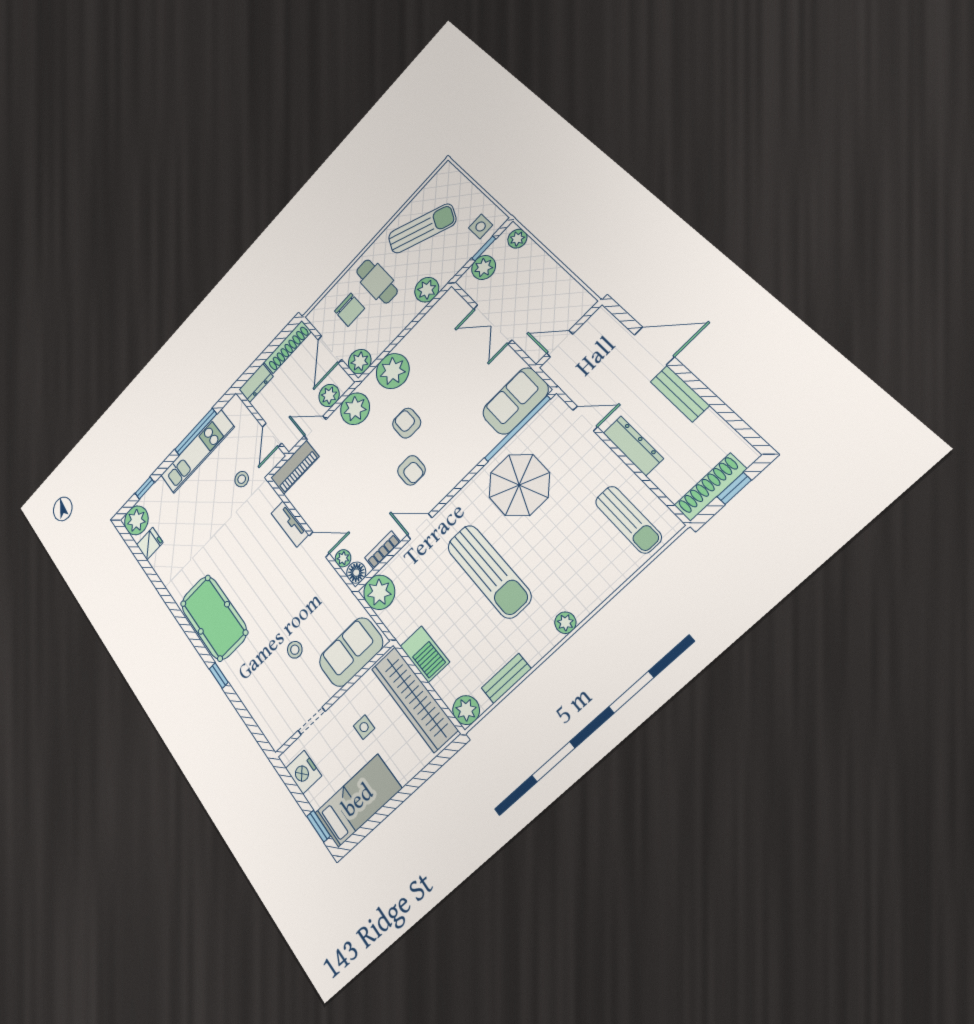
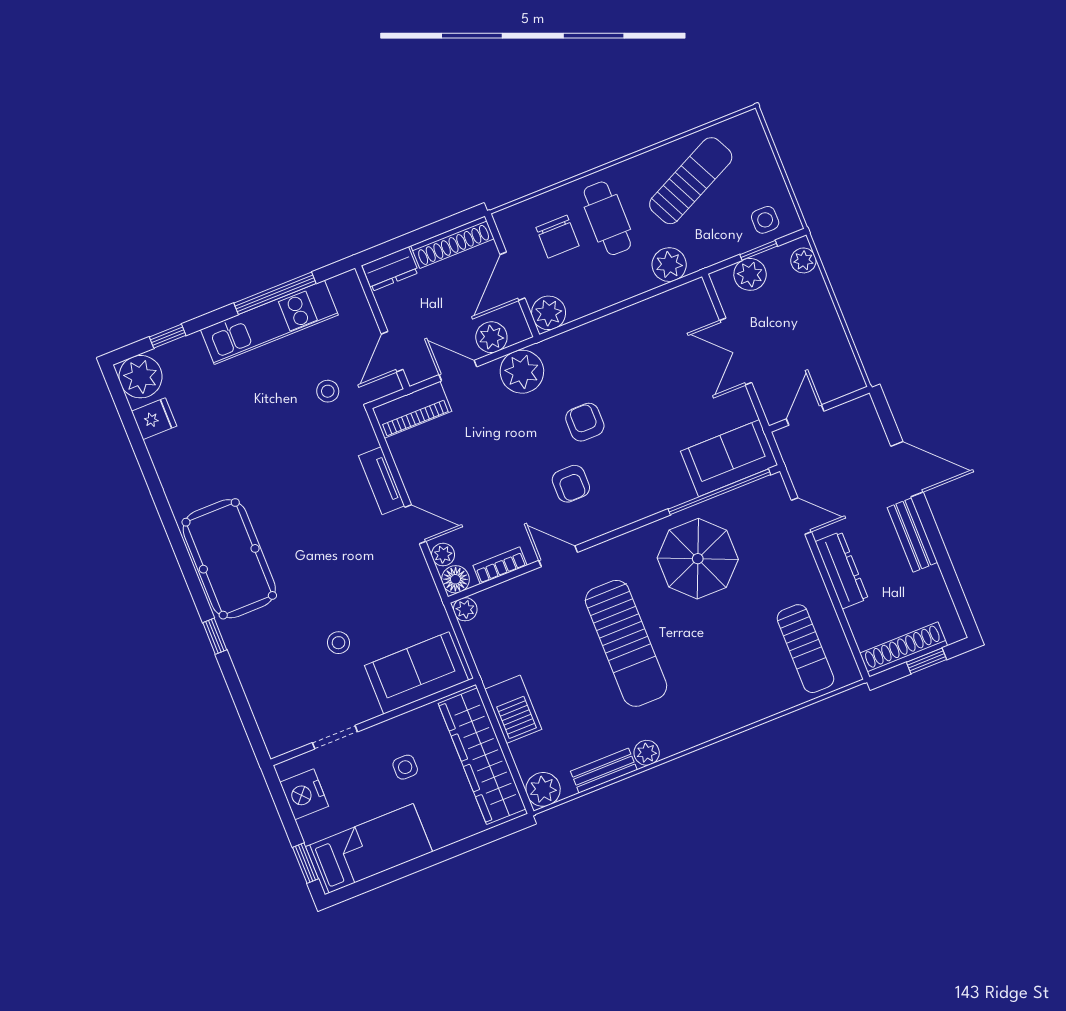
sun lounger: (422, 229) -> (691, 181), turned -50
door: (560, 344) -> (805, 415), hinge flipped
plant: (393, 371) -> (589, 347), removed
plant: (379, 592) -> (465, 609), width x0.53, depth x0.53
plant: (565, 623) -> (647, 753), moved

